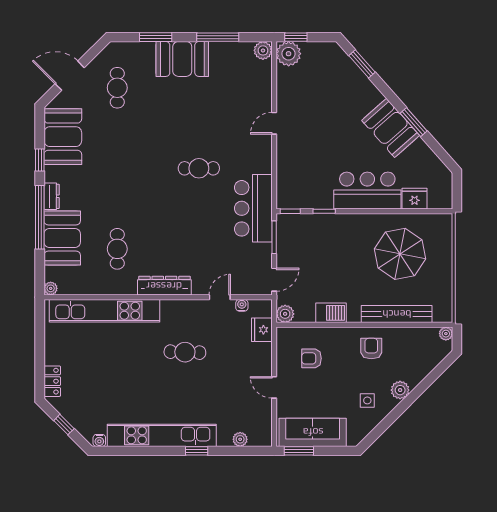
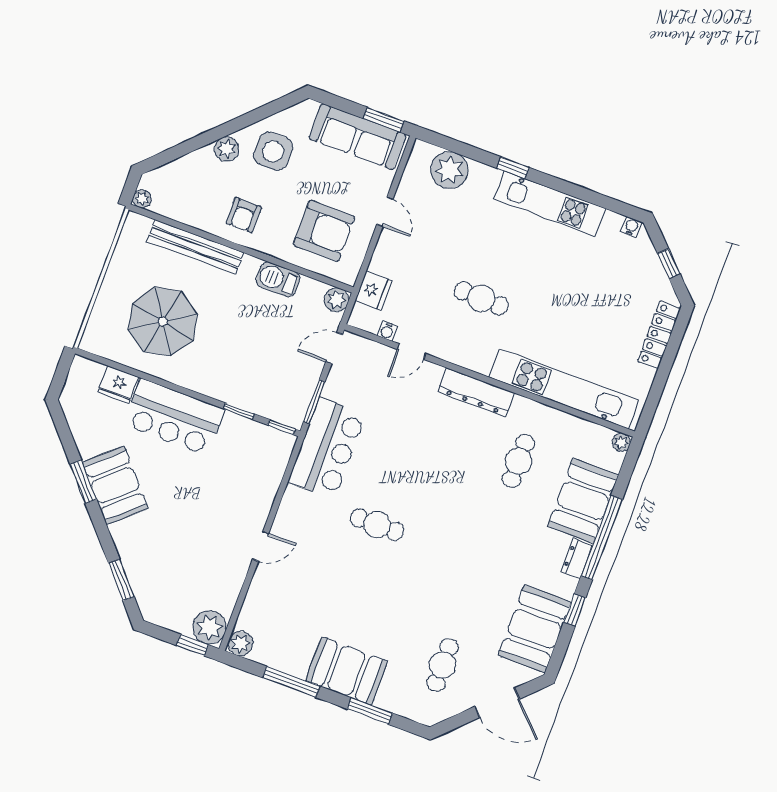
armchair: (311, 358) -> (324, 231), width x1.88, depth x1.88
locker: (52, 381) -> (659, 335), width x1.53
side table: (367, 400) -> (273, 151), width x1.87, depth x1.87
kitchen unit: (162, 435) -> (550, 204), width x0.73
plant: (240, 439) -> (450, 170), width x1.87, depth x1.87

